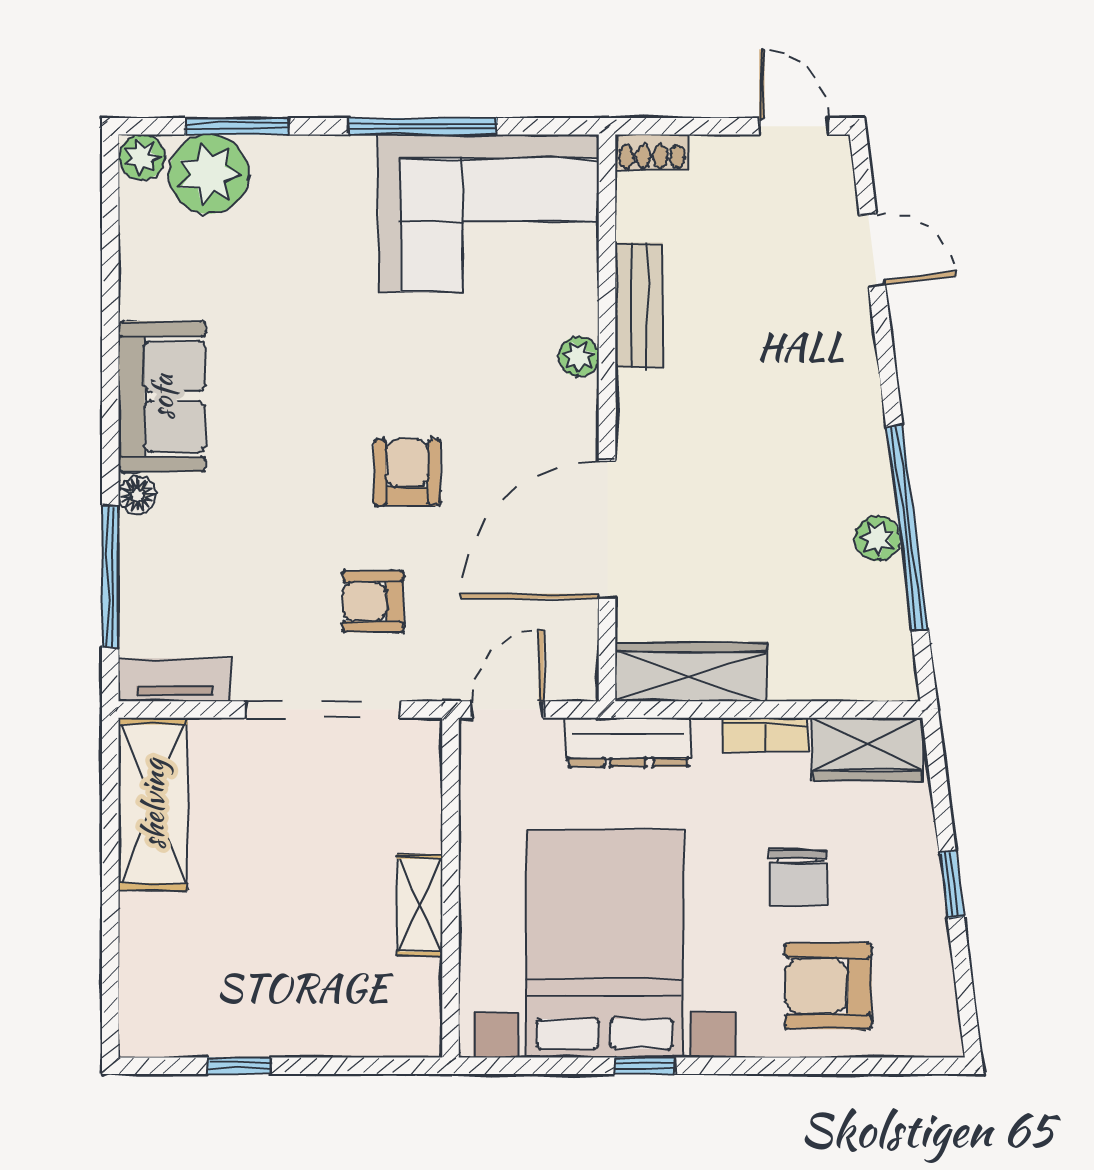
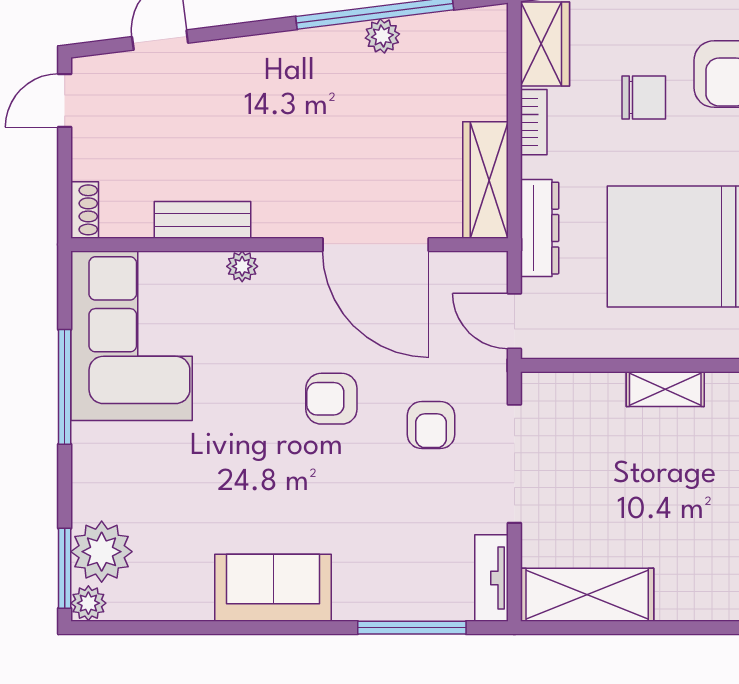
window: (237, 126) -> (65, 568), moved
floor lamp: (137, 495) -> (349, 607), removed

